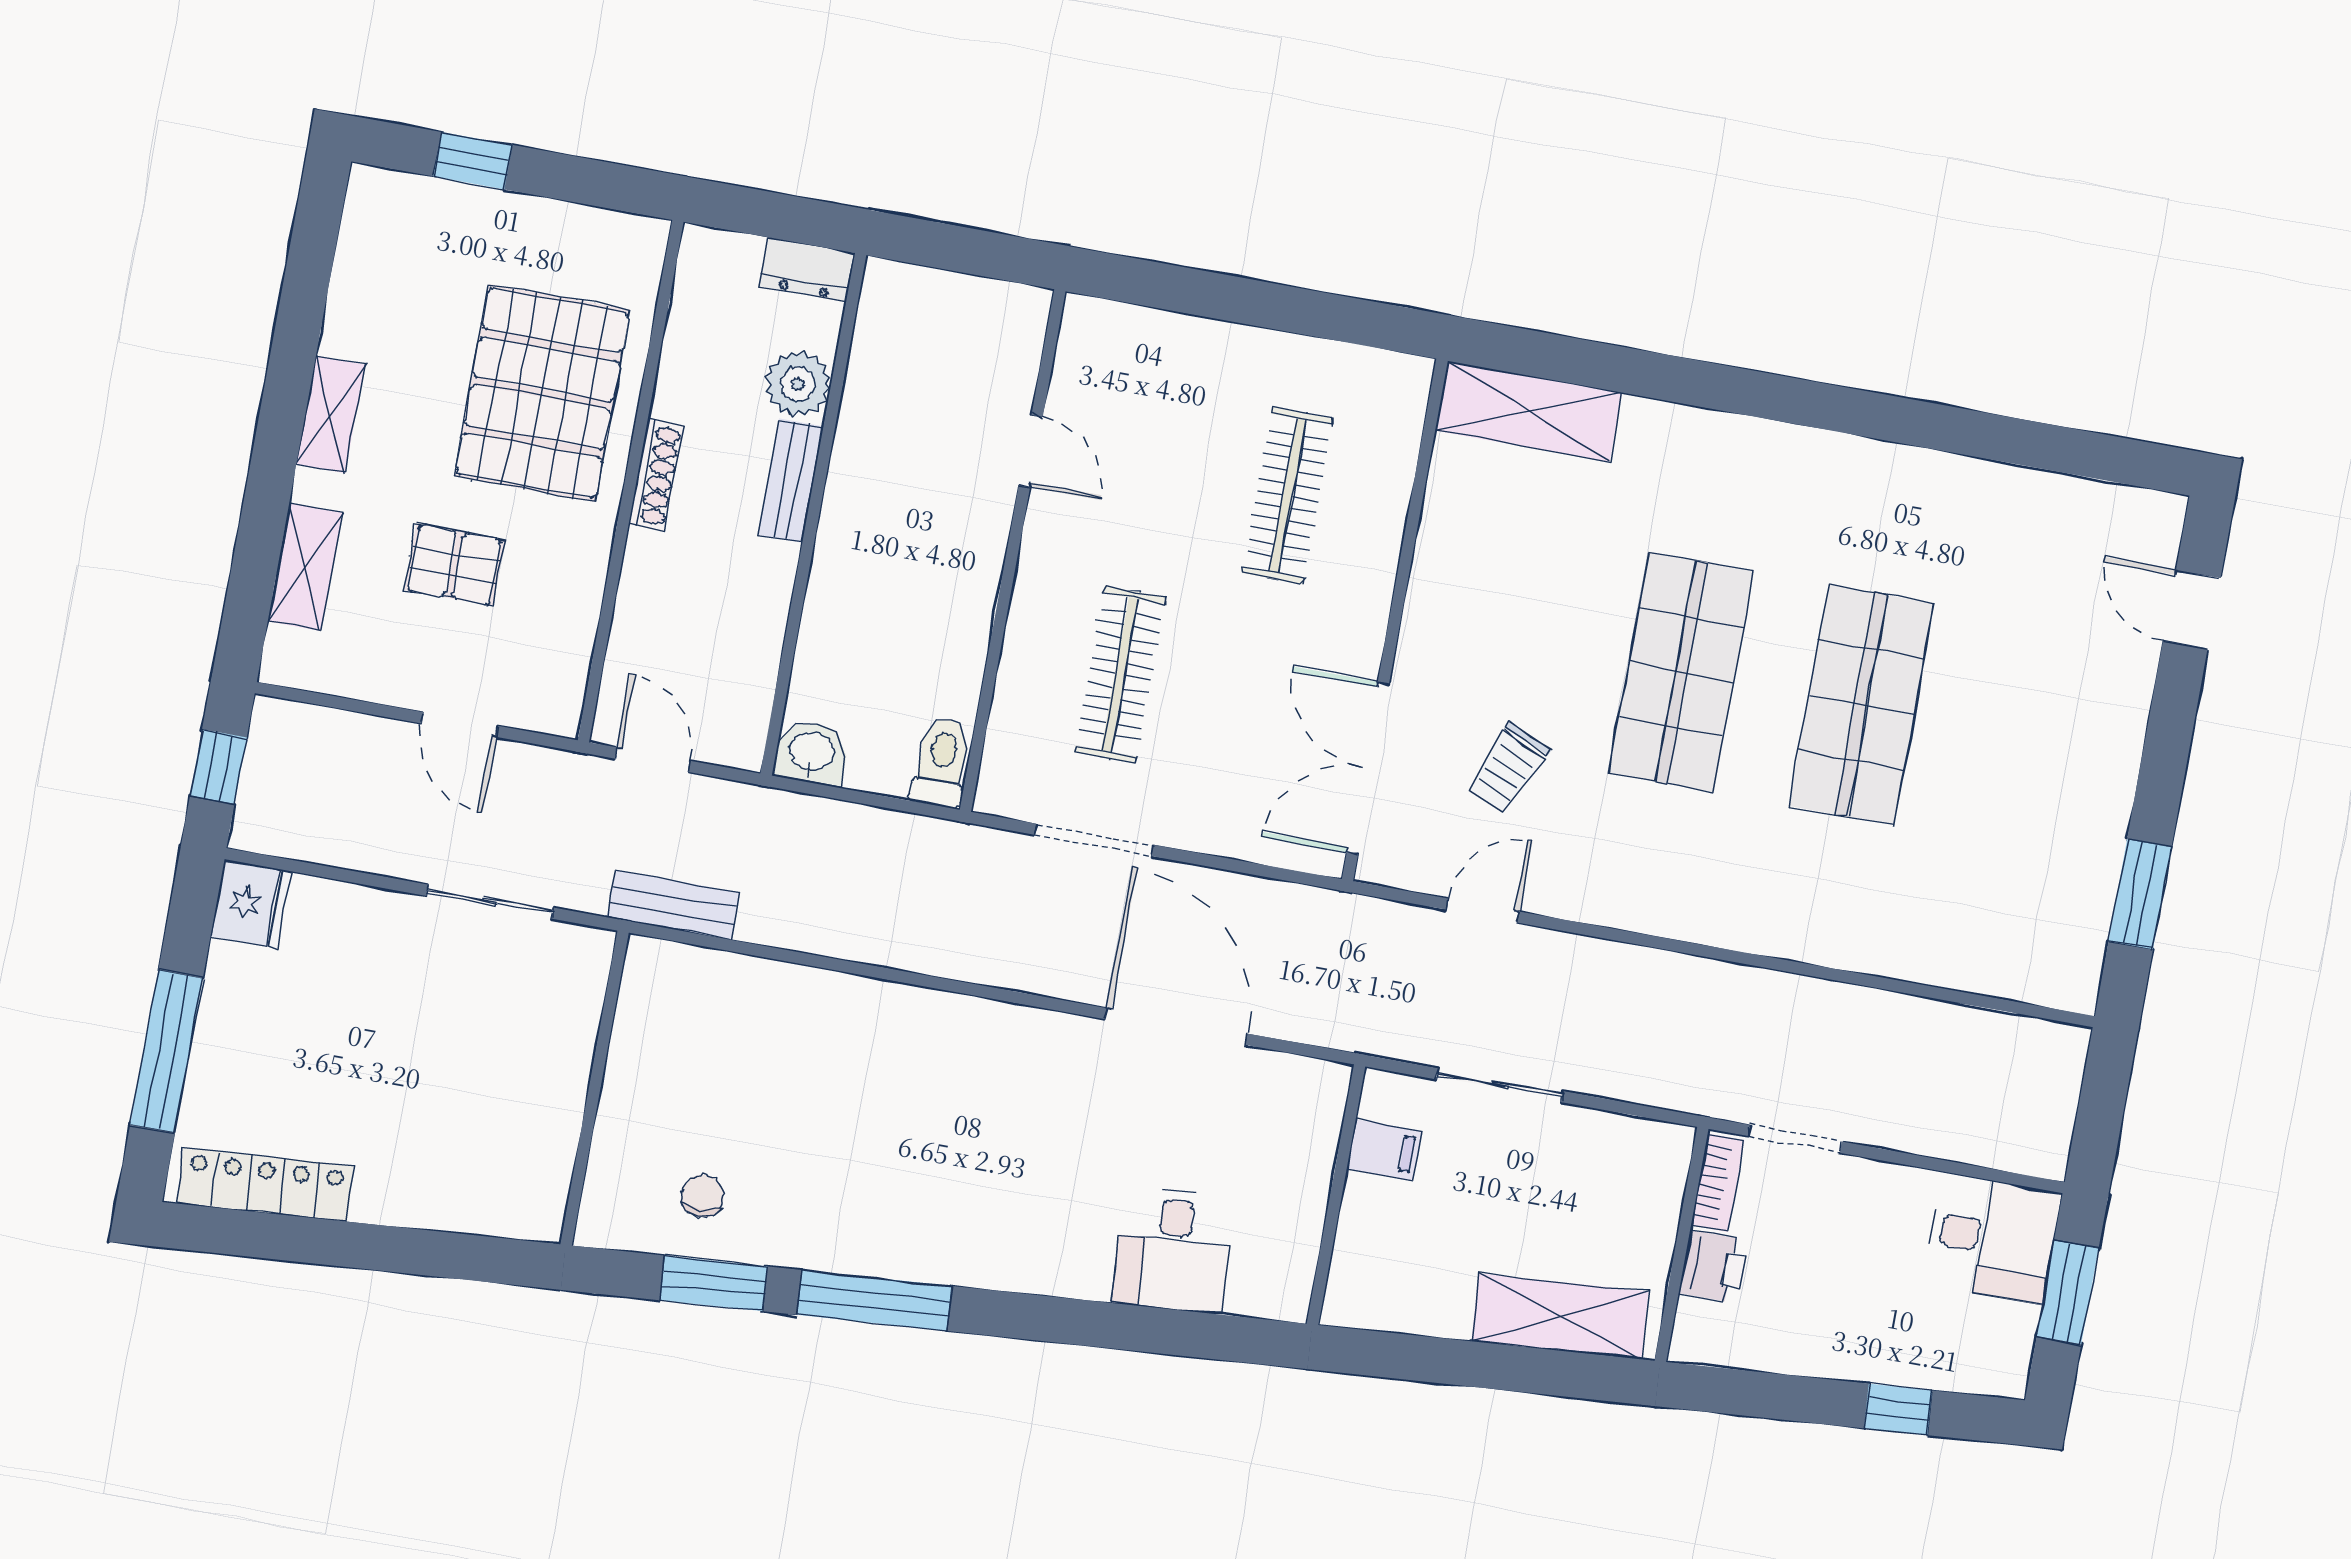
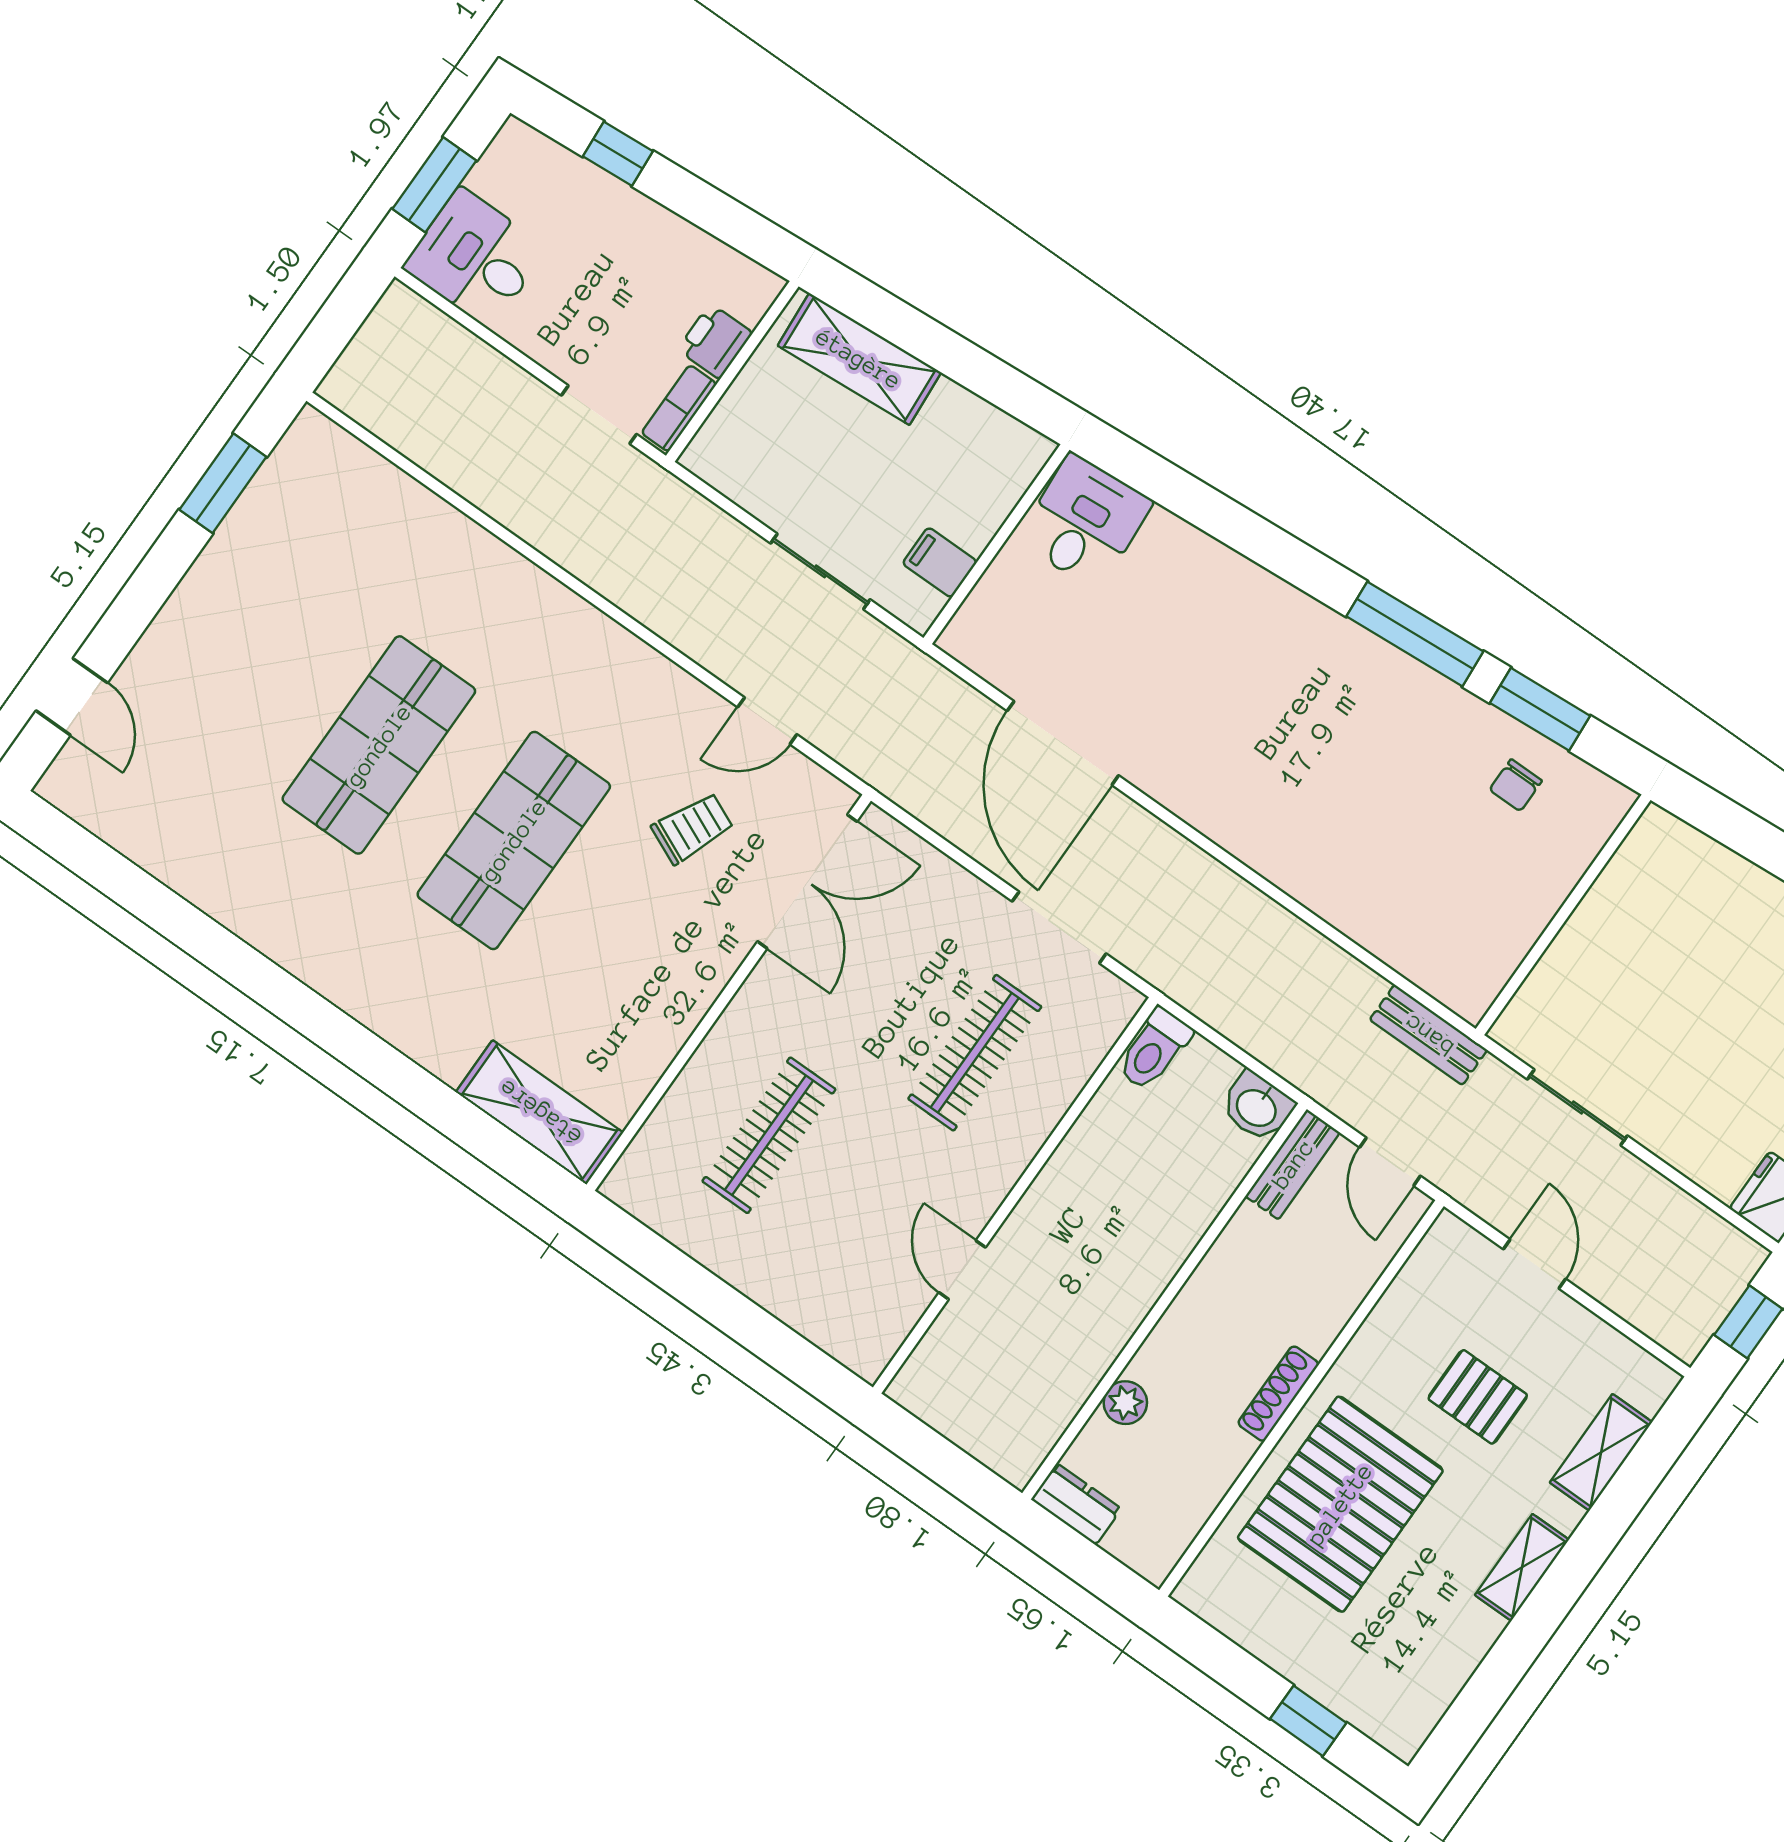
plant: (798, 384) -> (1125, 1403), width x0.73, depth x0.73
bench: (791, 481) -> (1293, 1164), moved
desk: (1173, 1250) -> (1085, 522), moved

